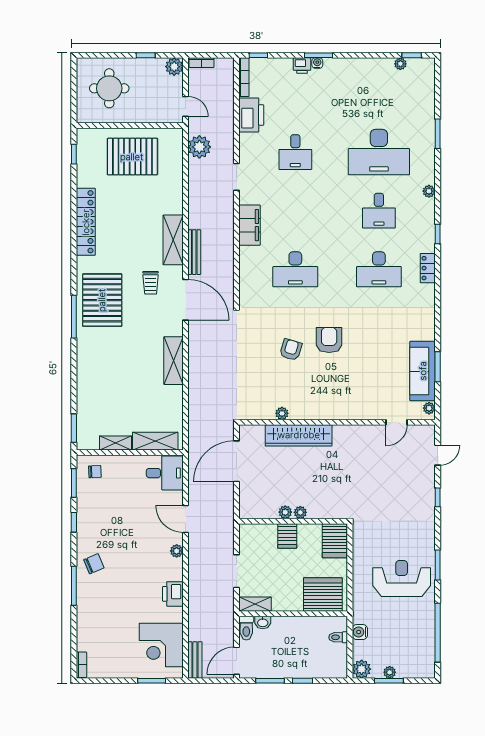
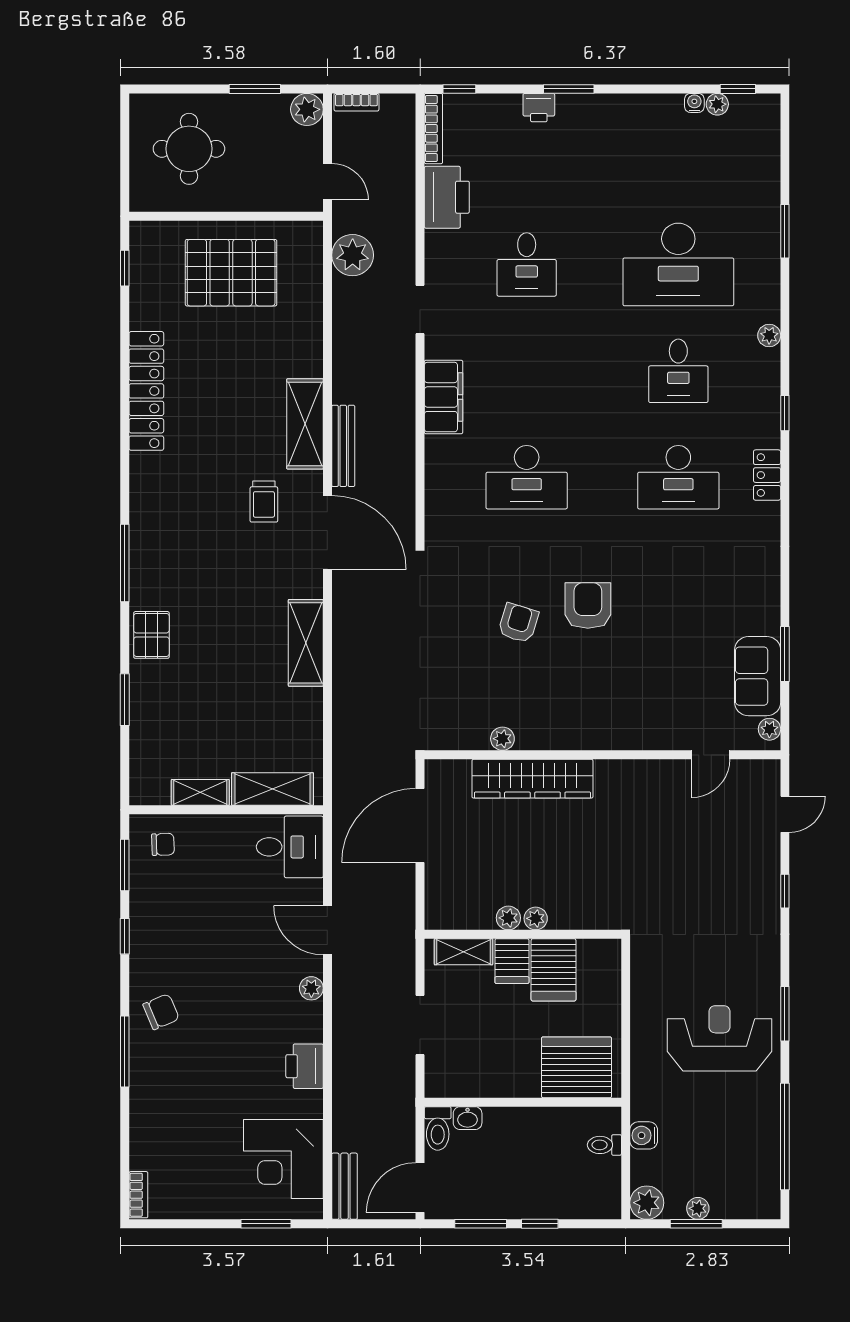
window: (146, 55) -> (255, 89), width x1.50
water cooler: (317, 63) -> (694, 103), moved
pallet: (102, 300) -> (151, 635), moved, width x0.49, depth x0.50
sofa: (423, 371) -> (758, 676), width x0.73
window: (74, 428) -> (125, 700), moved
server rack: (335, 541) -> (554, 970), moved
shelving: (255, 604) -> (464, 952), moved

